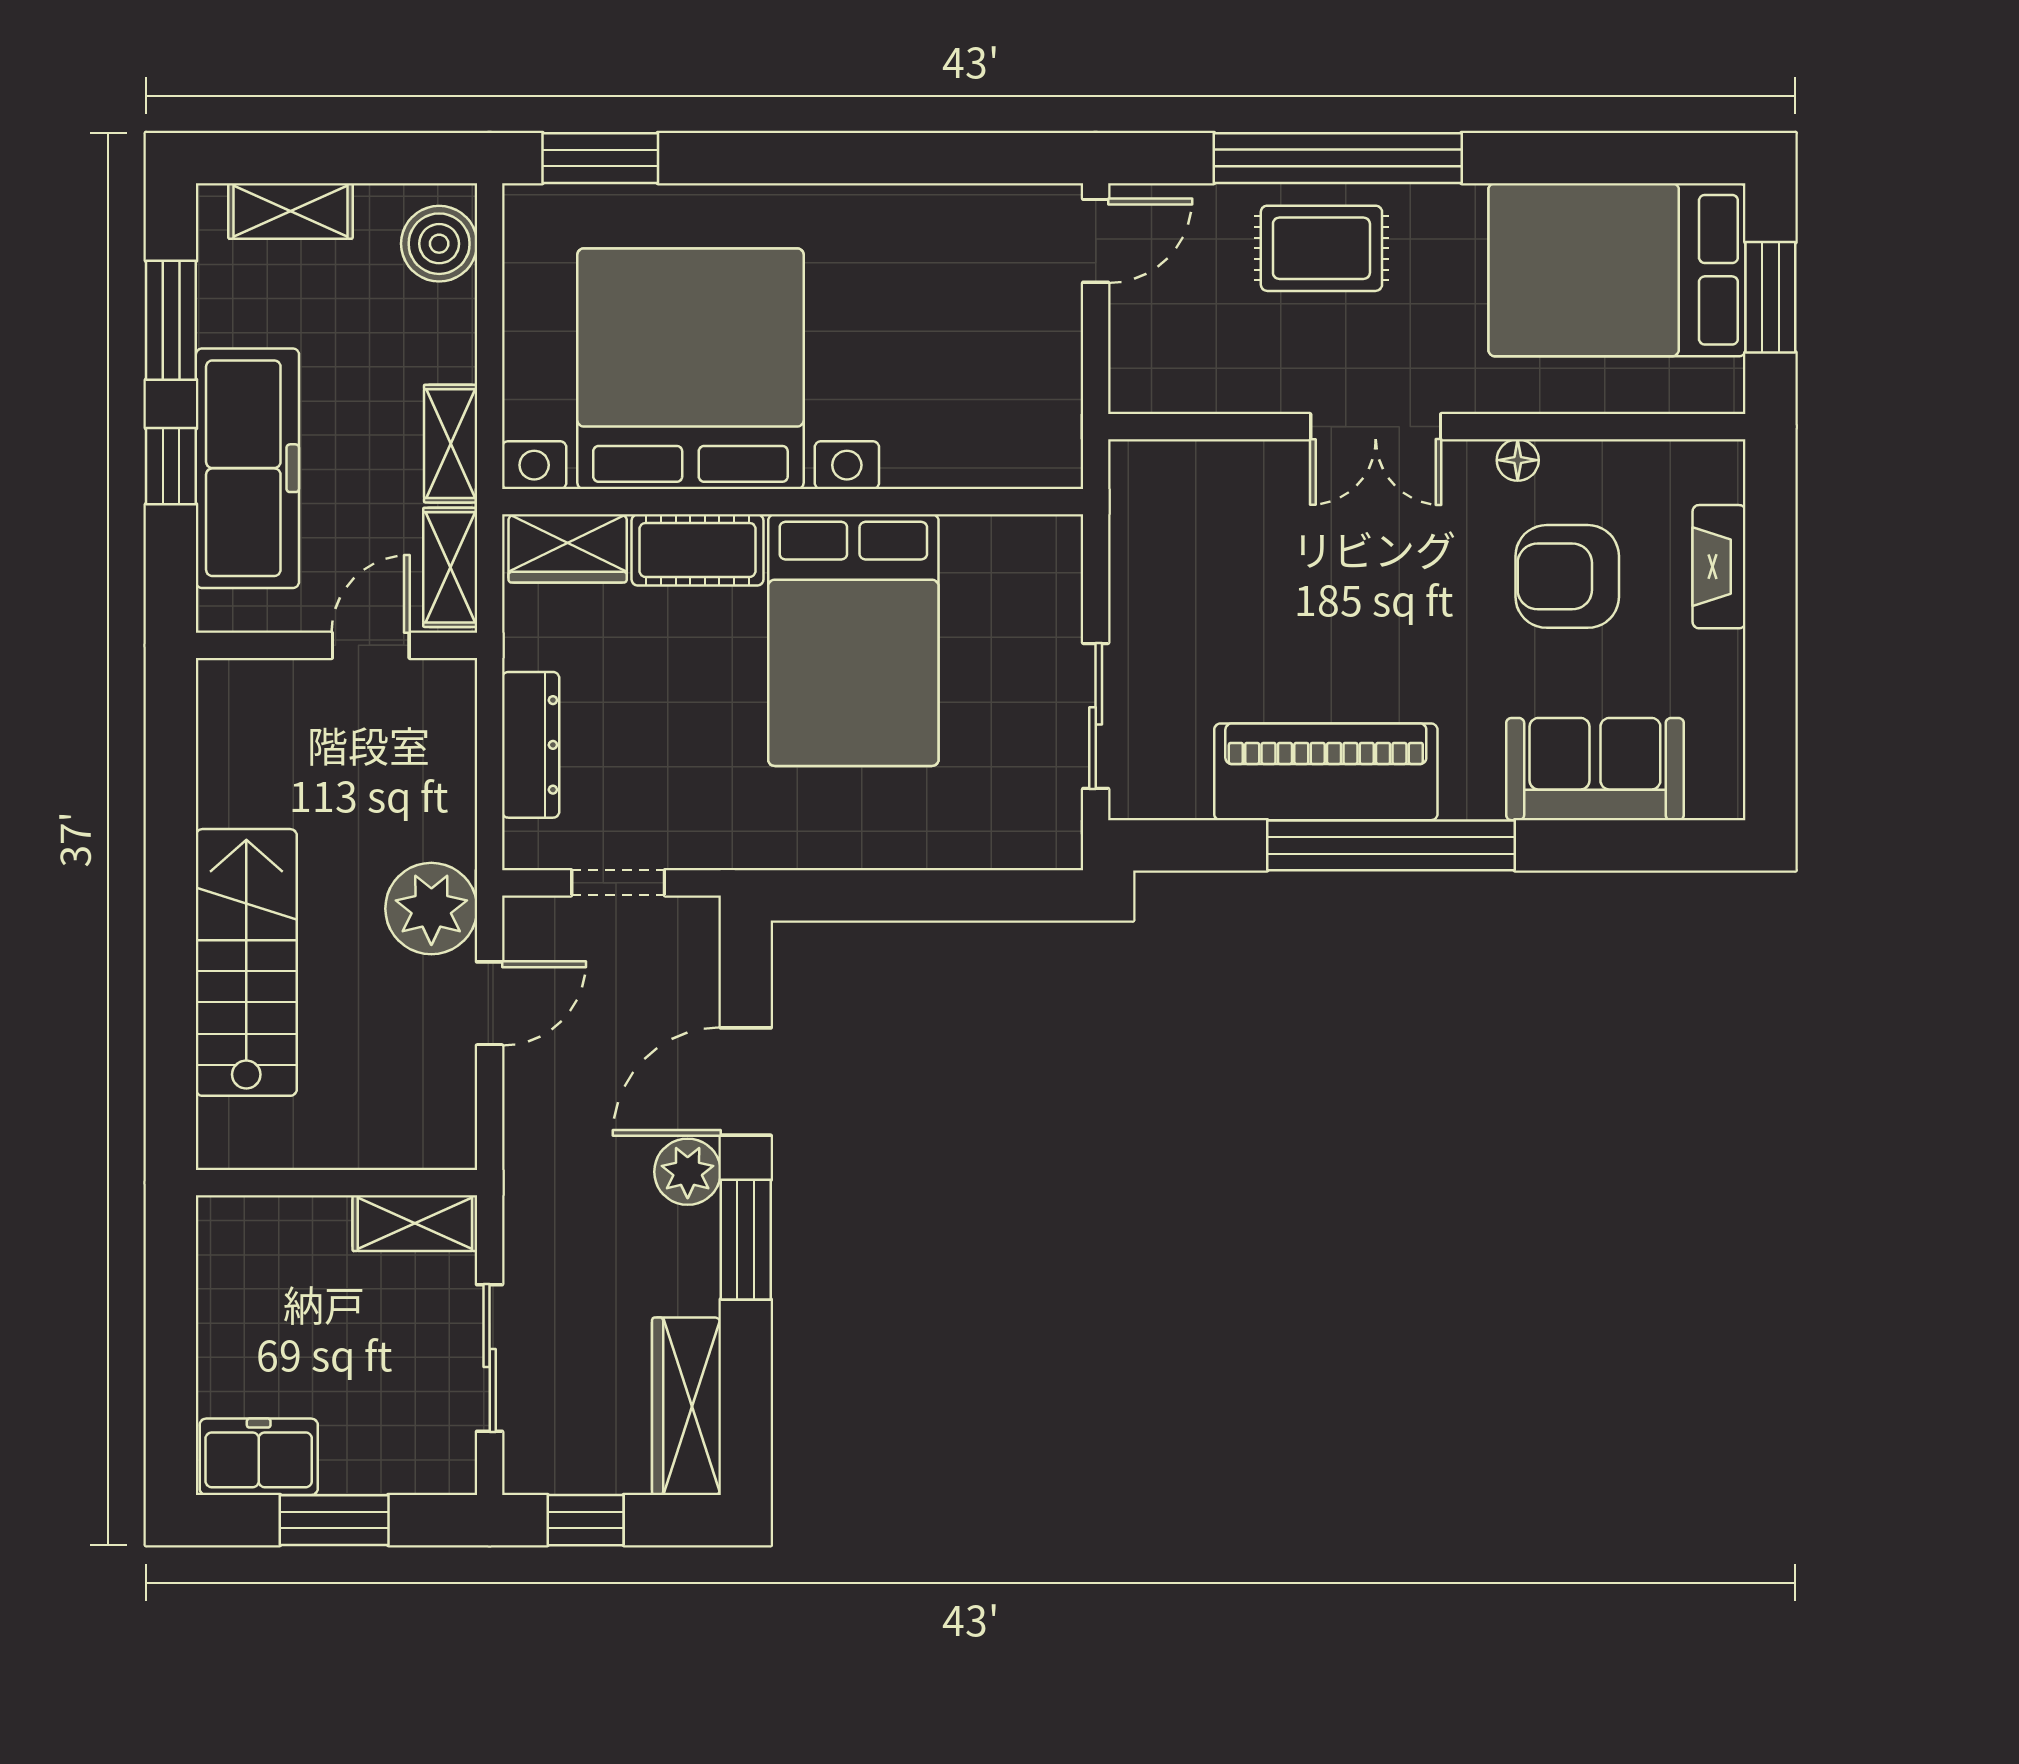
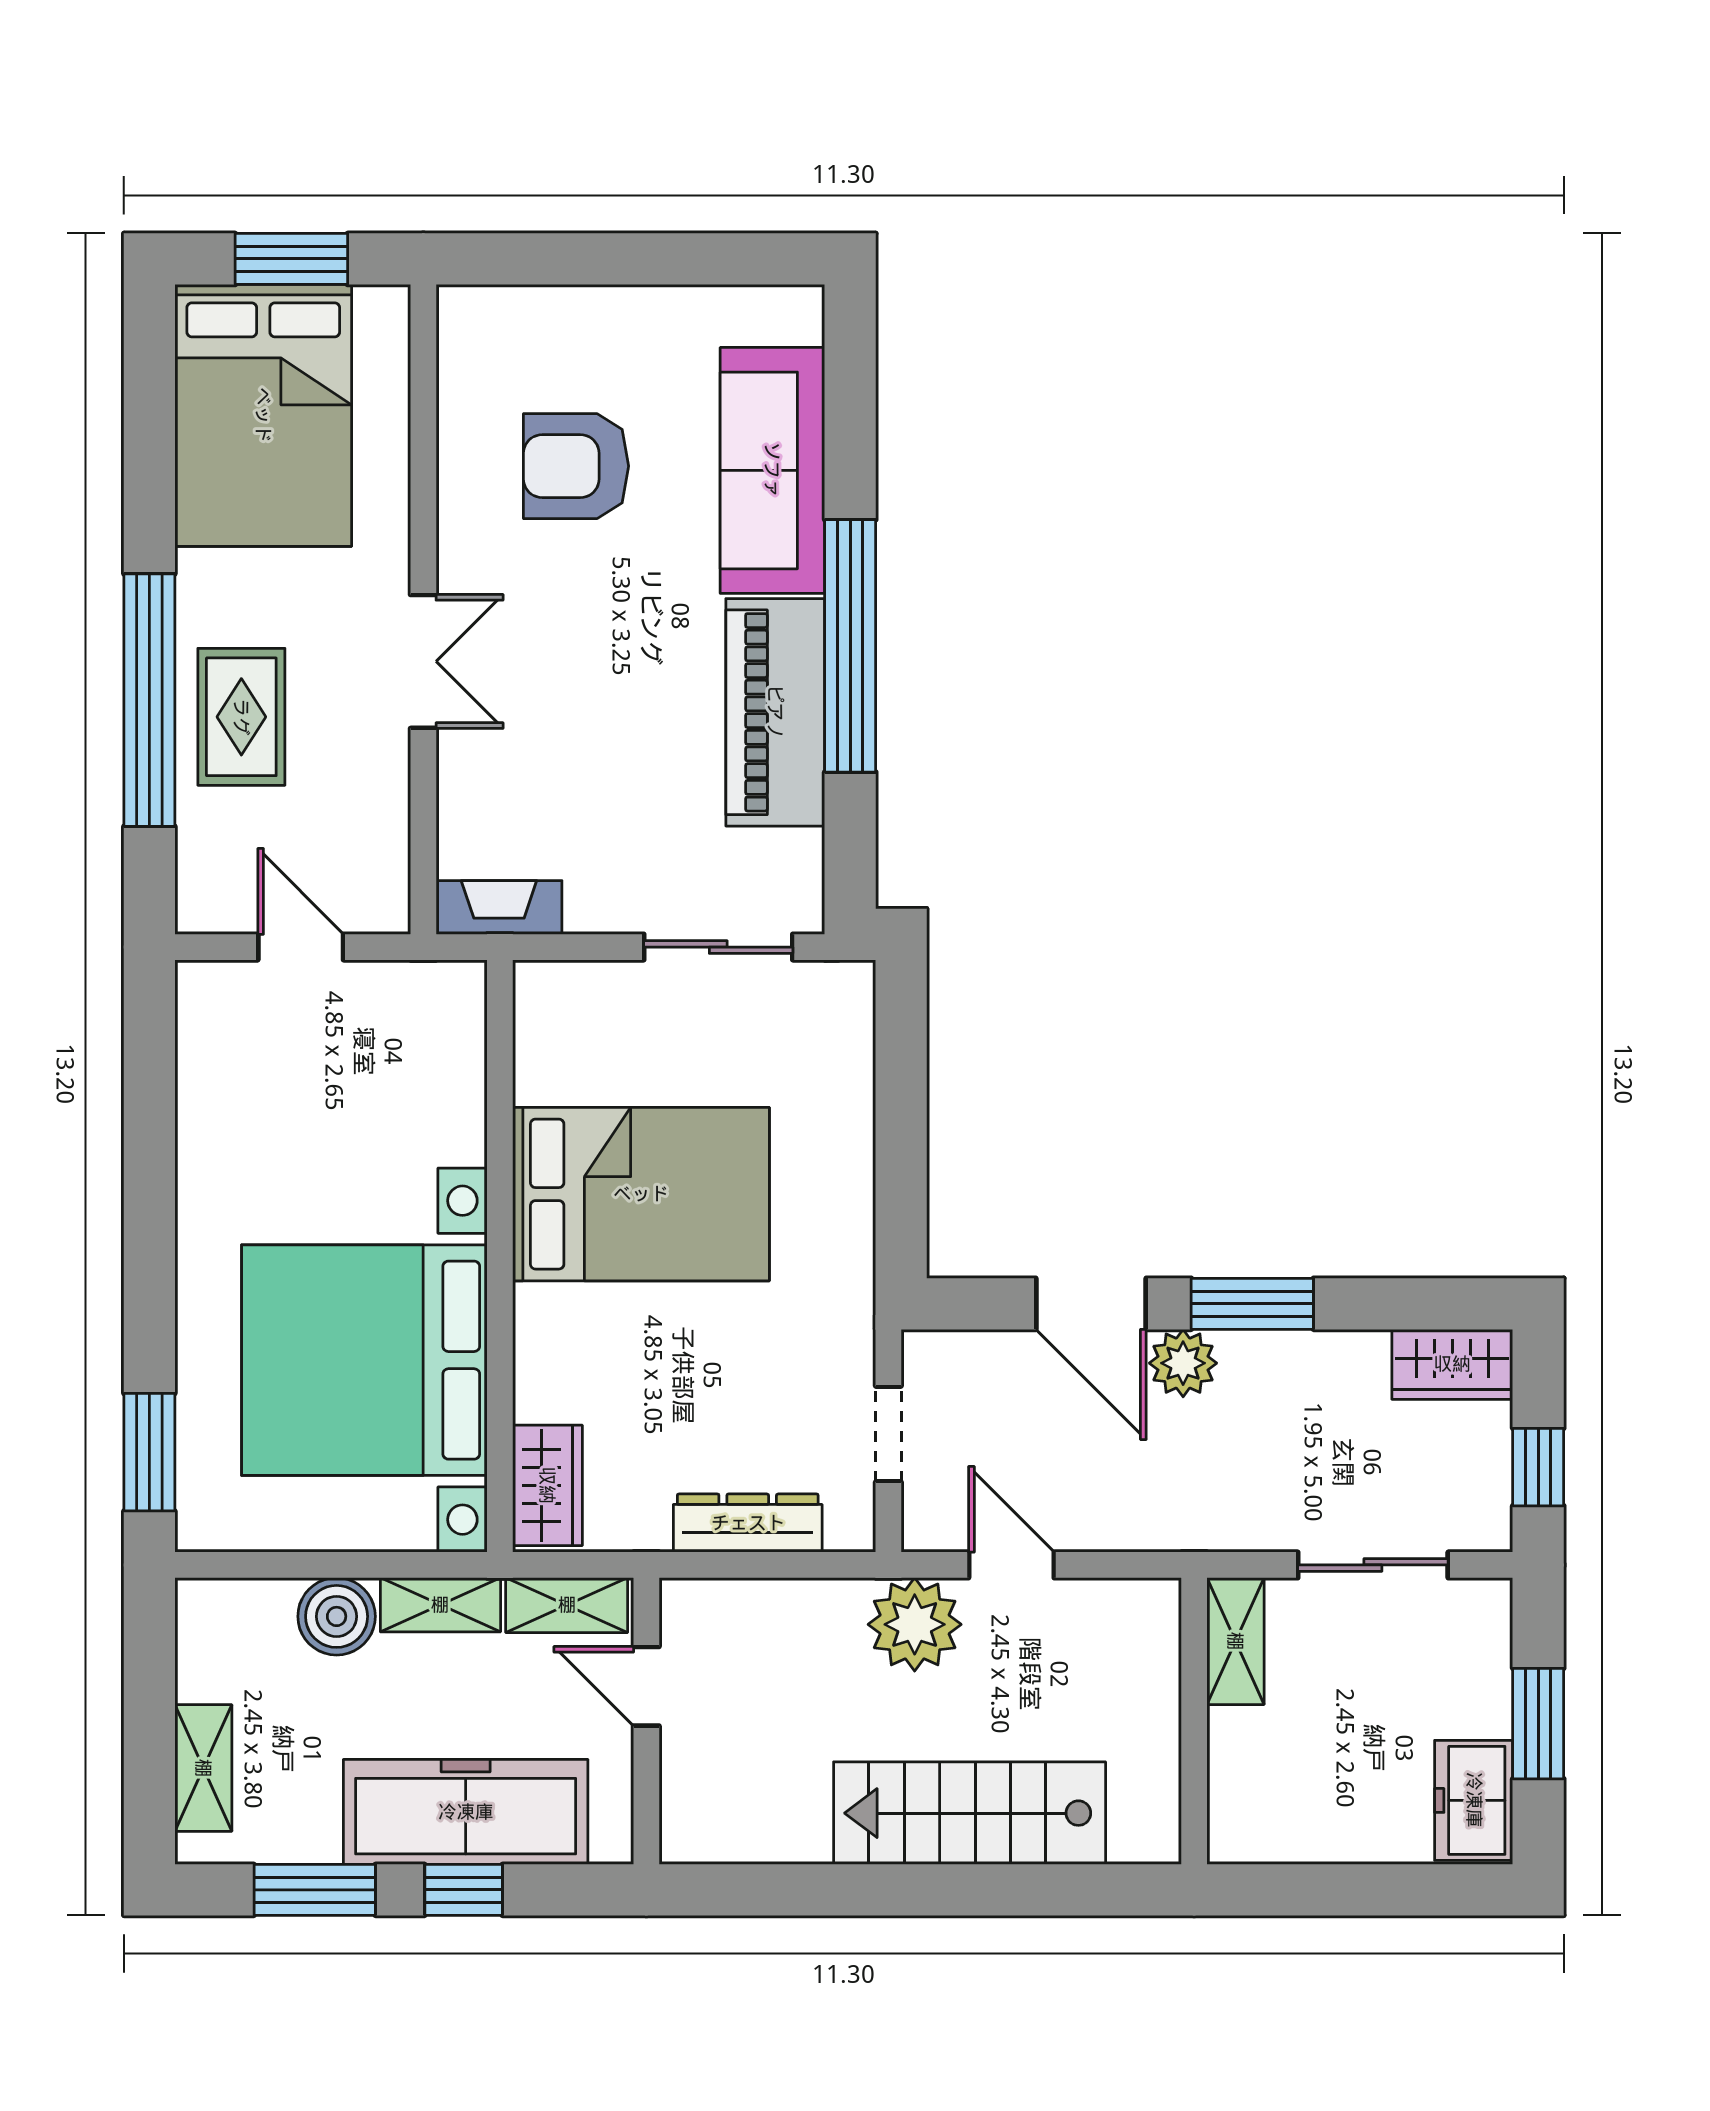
door: (1096, 241) -> (301, 947), moved
boiler: (439, 244) -> (337, 1616), moved
floor lamp: (1518, 460) -> (457, 517), removed
cot: (698, 550) -> (549, 1353), removed
fireplace: (1719, 567) -> (499, 907), moved, turned 180
armchair: (1567, 576) -> (576, 466), turned 90
sofa: (1595, 769) -> (772, 470), width x1.36
wardrobe: (686, 1406) -> (1452, 1364), width x0.67

